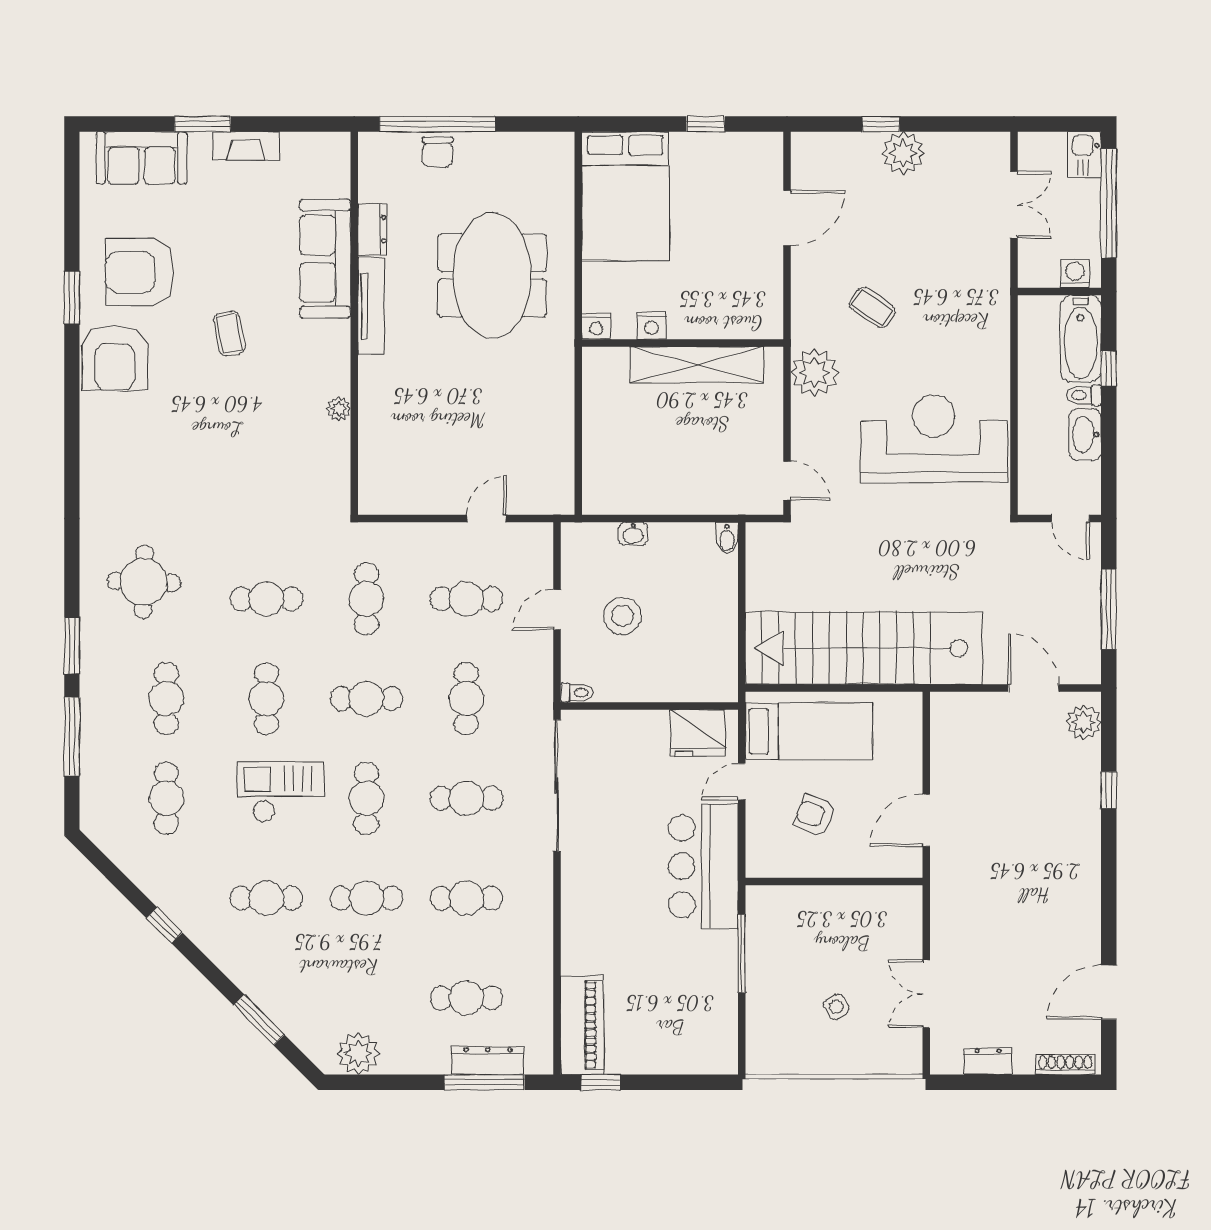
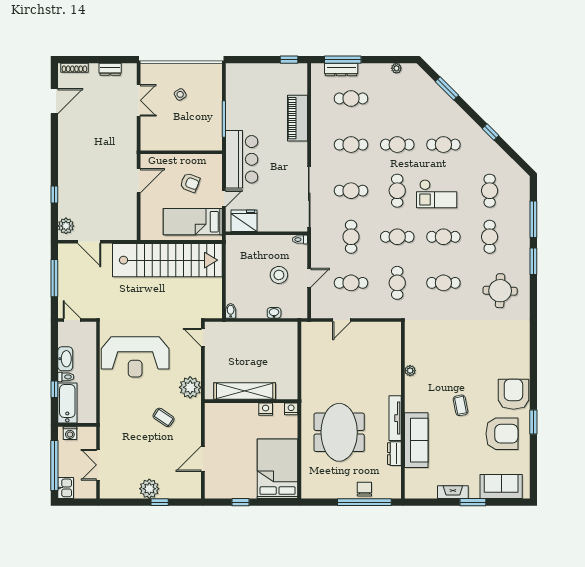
cafe table: (266, 699) -> (443, 237), turned 90
piano: (582, 1025) -> (298, 118), moved
plant: (358, 1054) -> (396, 68), width x0.53, depth x0.53

